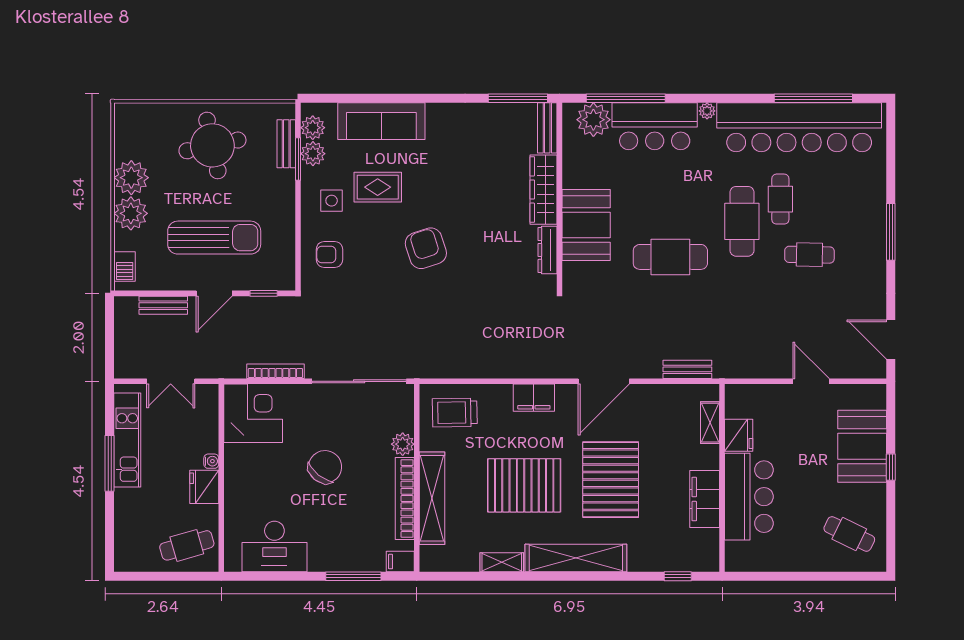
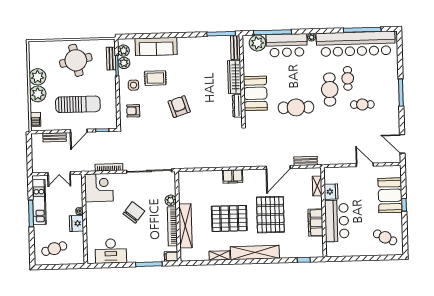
door: (604, 381) -> (278, 167), moved
trolley: (455, 413) -> (195, 185), removed
cafe table: (187, 545) -> (54, 249), moved

